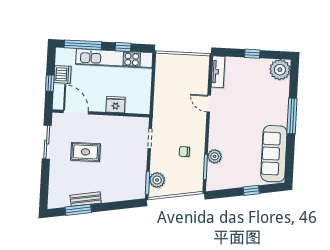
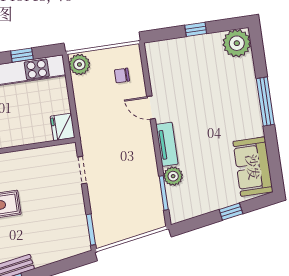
tv unit: (218, 72) -> (167, 144), moved
fridge: (116, 105) -> (63, 127), moved, turned -90
chair: (184, 152) -> (122, 75), moved
sofa: (274, 154) -> (253, 167), width x0.73
plant: (157, 180) -> (79, 64), moved

